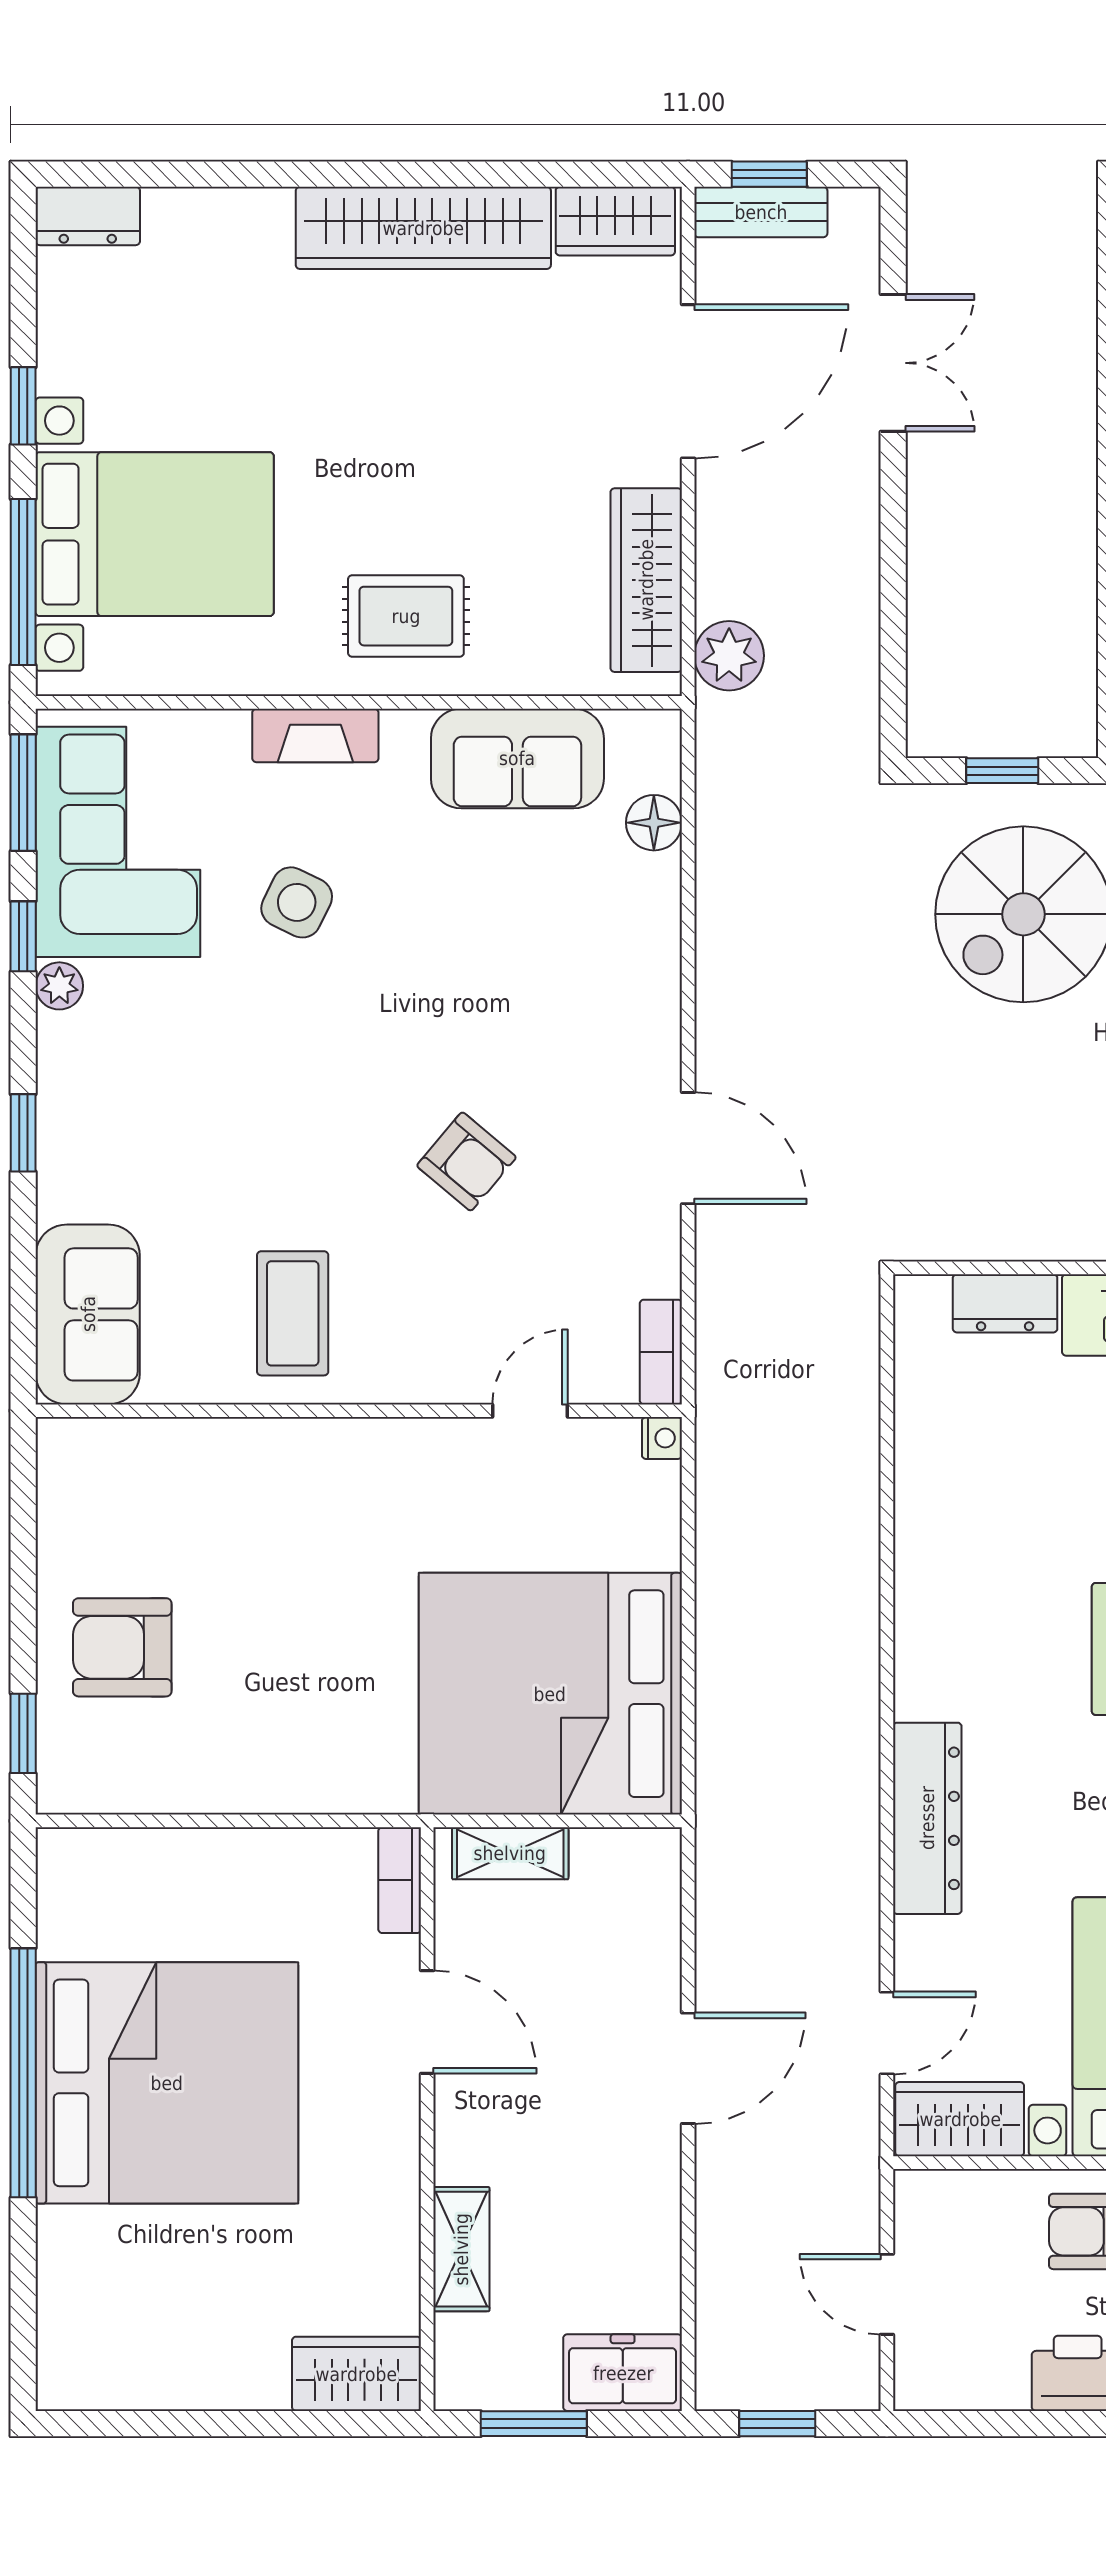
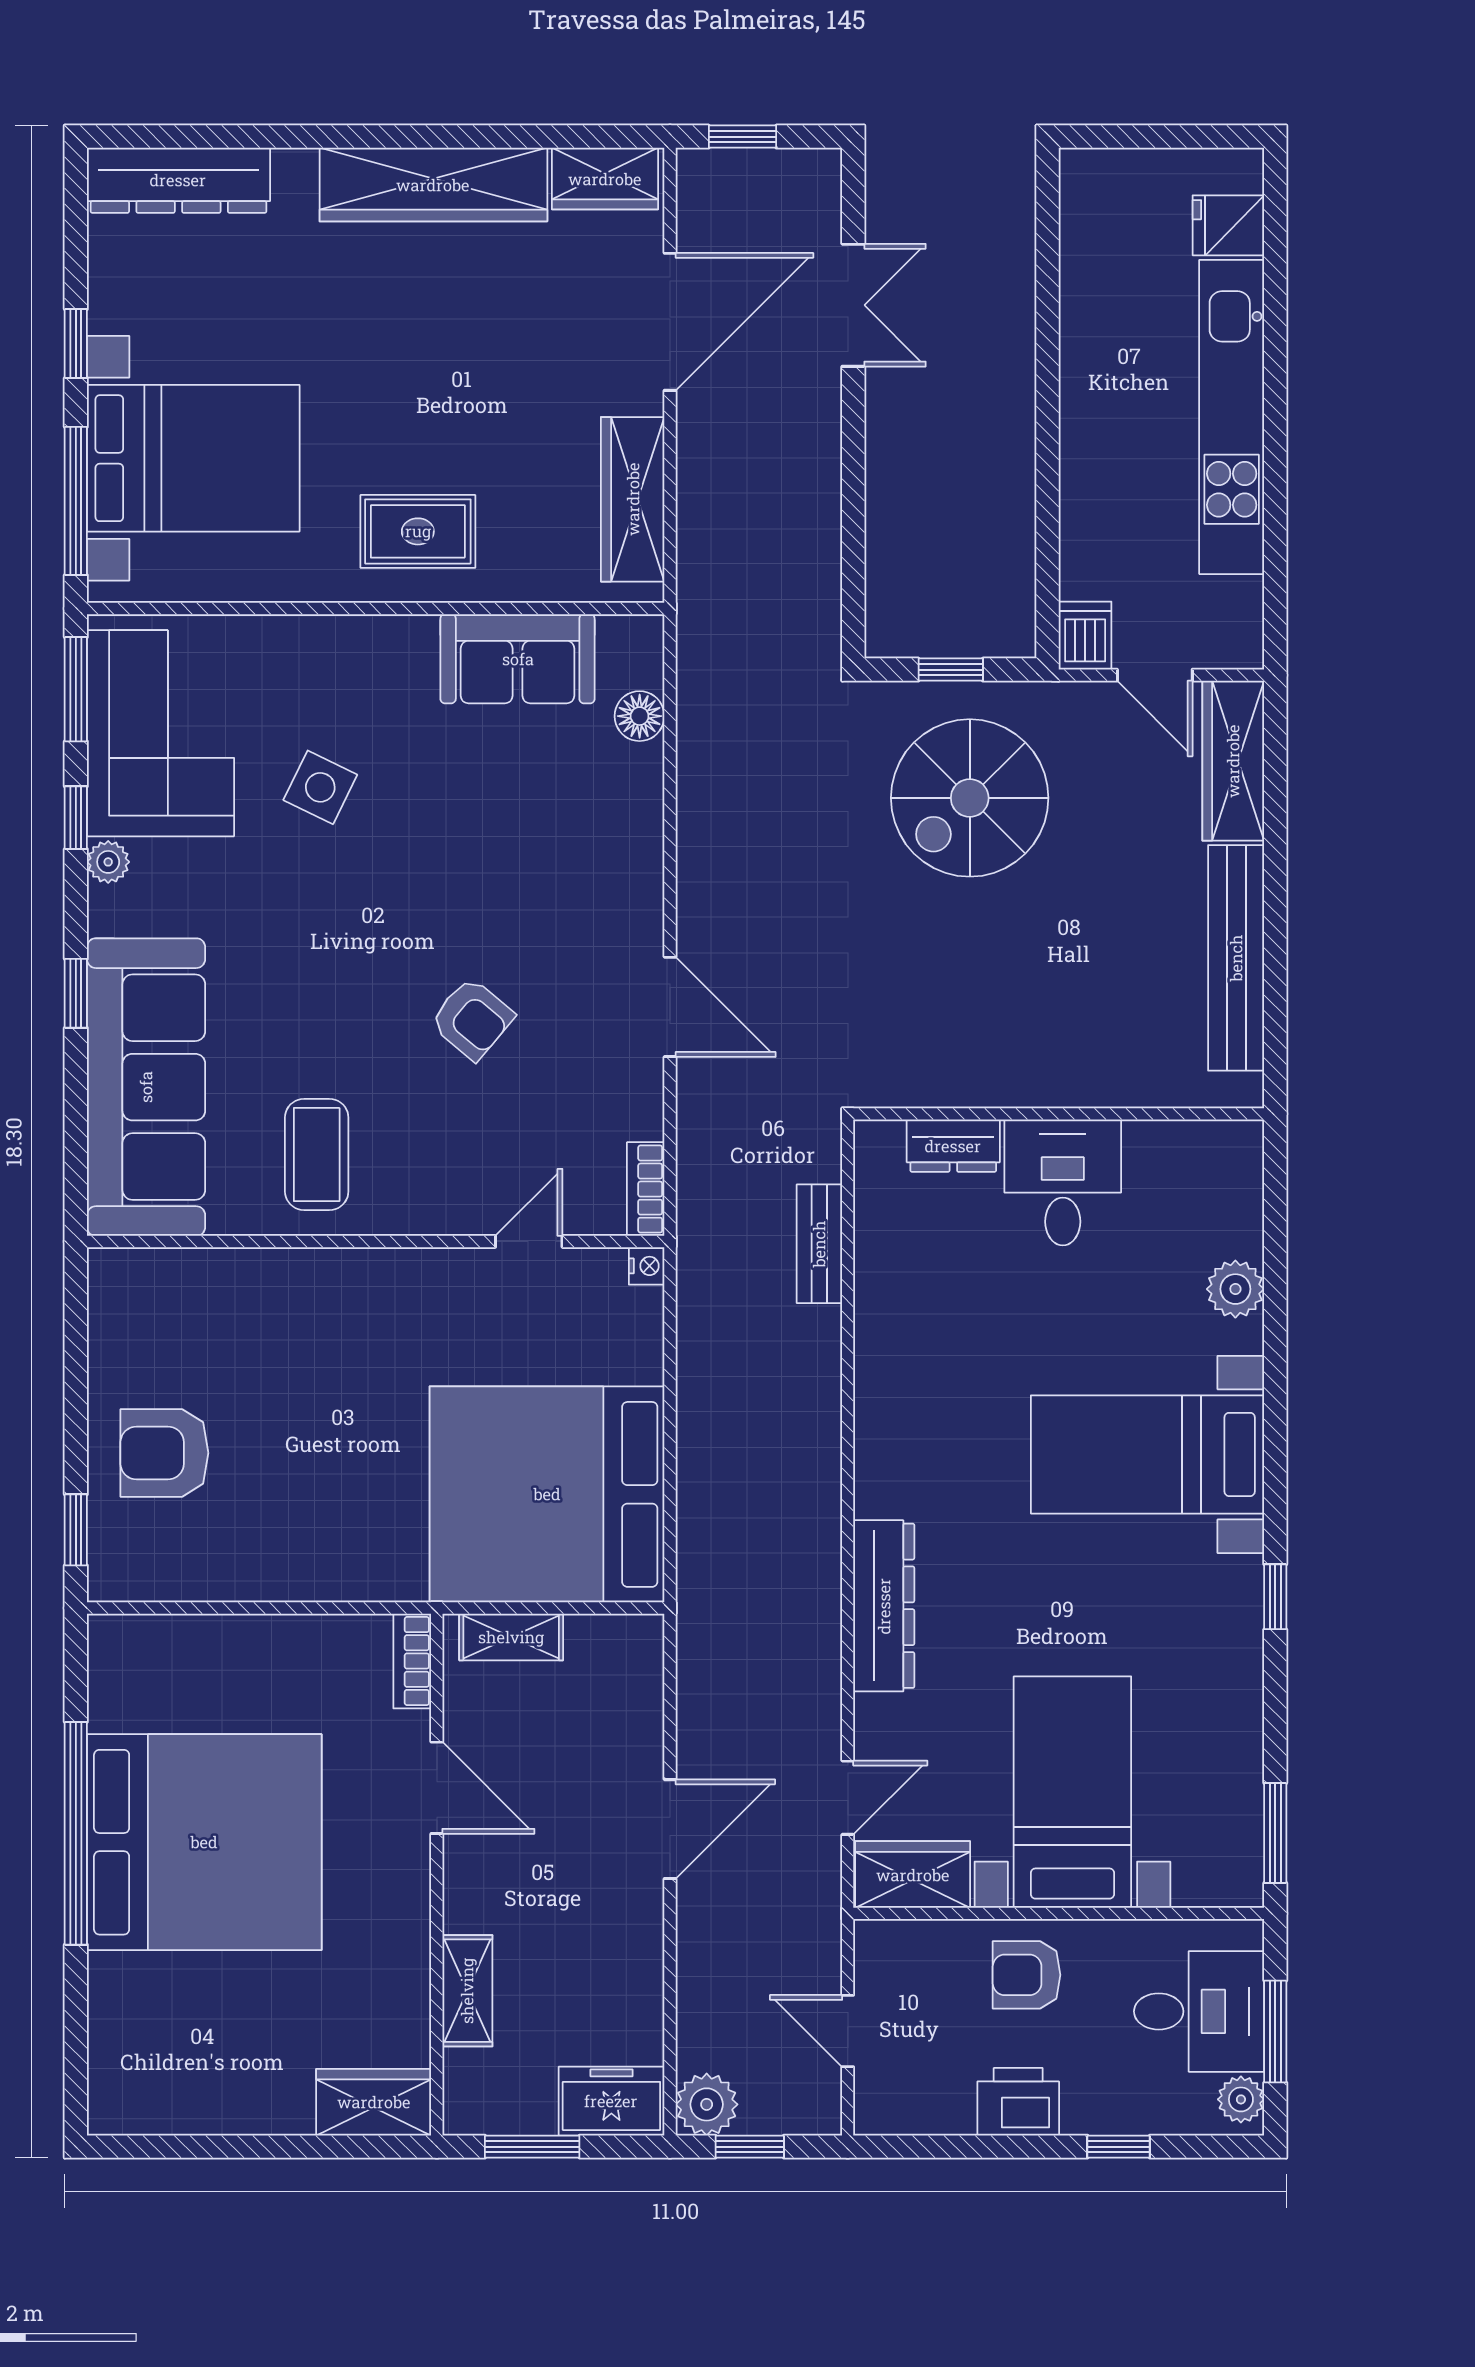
bench: (761, 212) -> (819, 1244), moved, turned 90
dresser: (88, 216) -> (178, 180), width x1.96, depth x1.24
plant: (729, 656) -> (707, 2104), moved
fireplace: (315, 735) -> (337, 638), removed
sofa: (88, 1314) -> (146, 1087), width x1.85, depth x1.27

